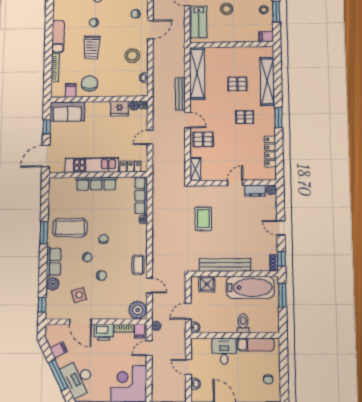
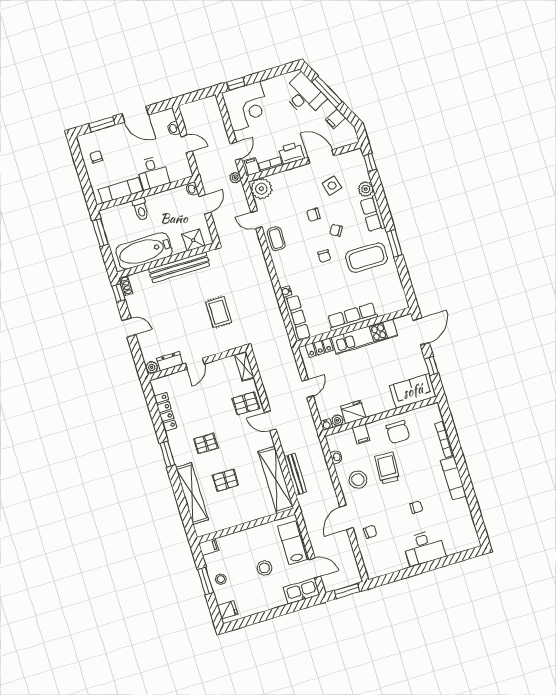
trolley: (92, 47) -> (387, 468), moved
filing cabinet: (71, 90) -> (361, 434), moved
bench: (180, 94) -> (295, 474), moved
window: (282, 295) -> (100, 233), moved

